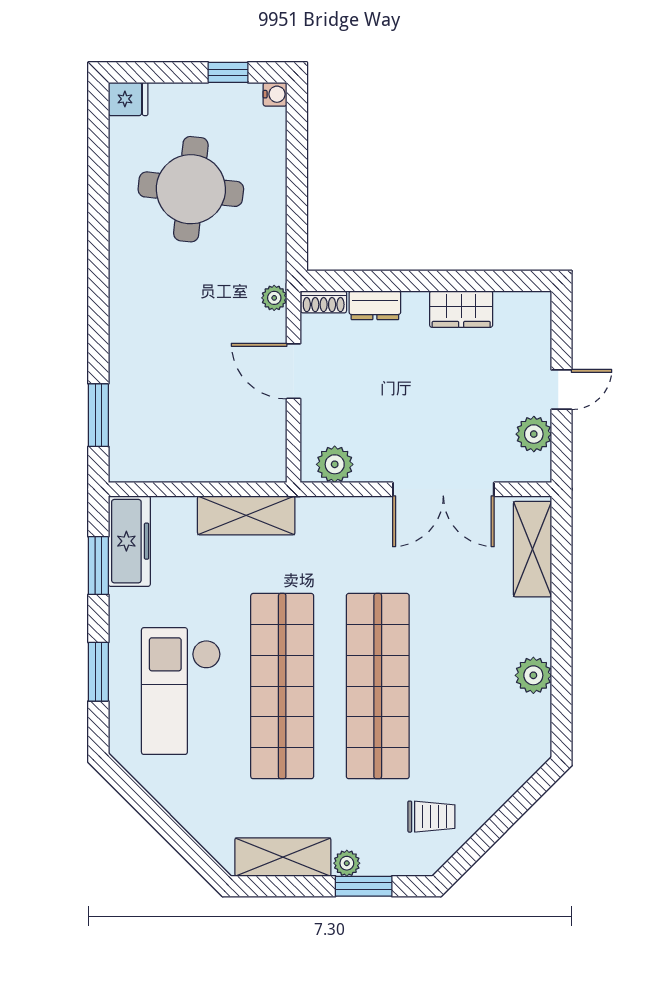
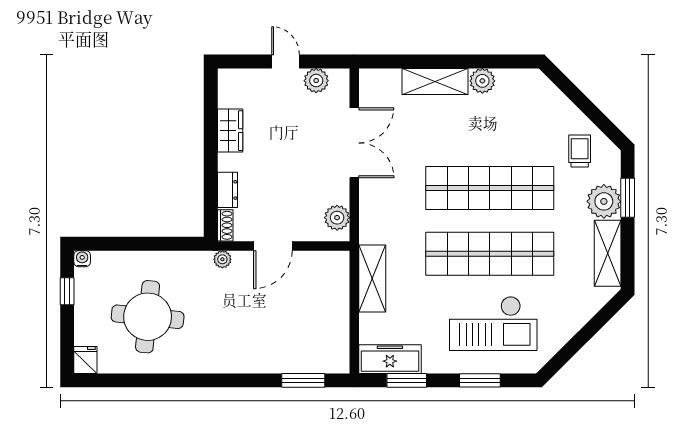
shelving: (532, 549) -> (435, 81), moved
plant: (347, 863) -> (604, 201), width x1.88, depth x1.88

